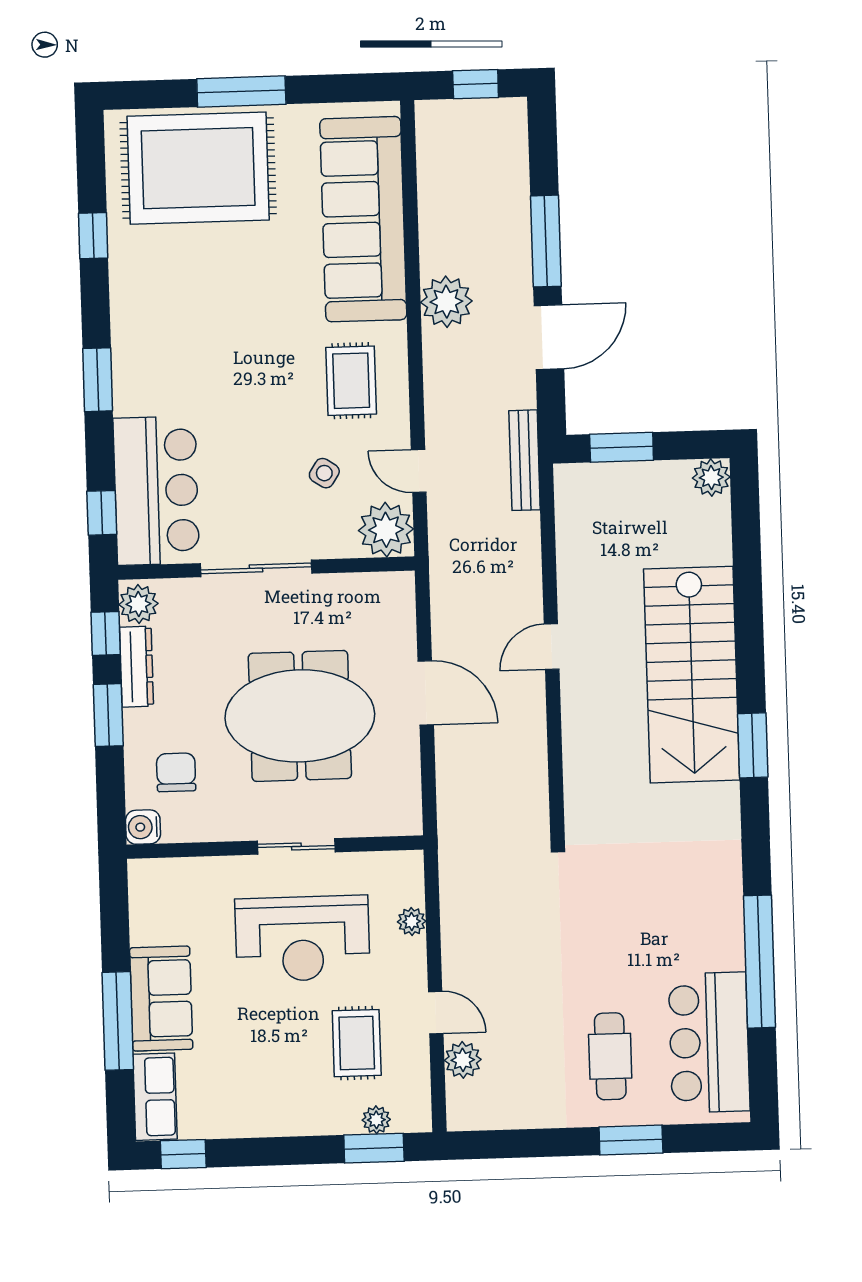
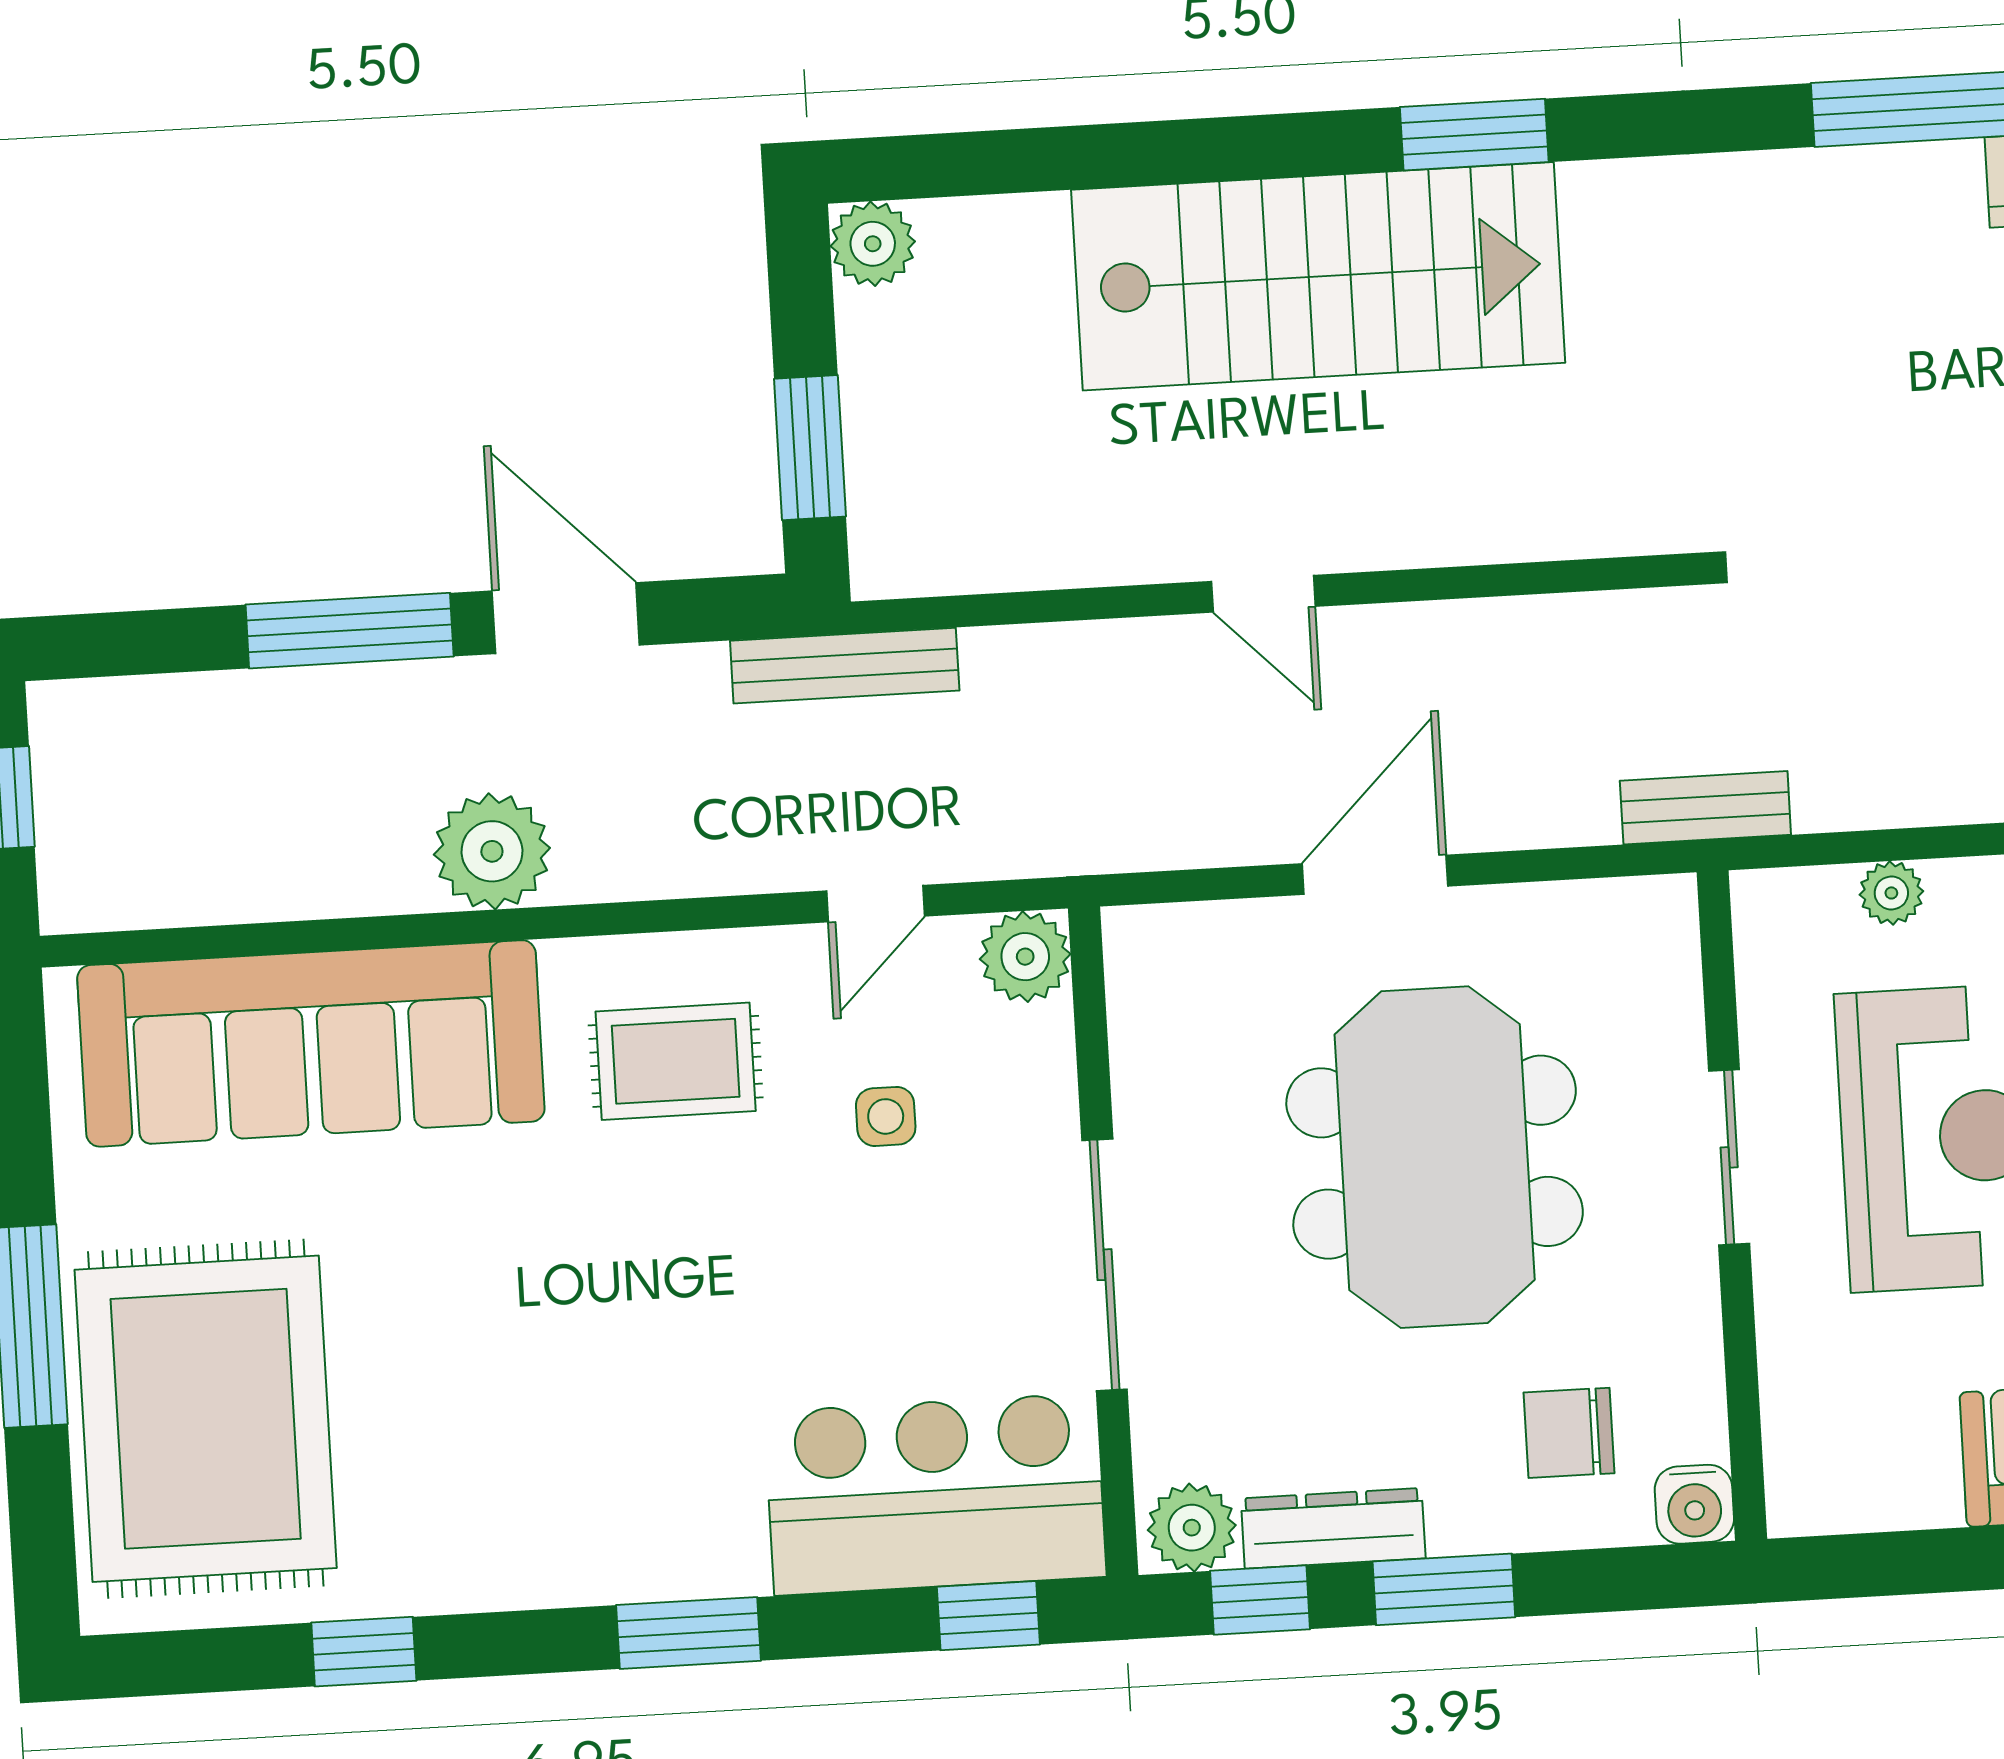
side table: (324, 473) -> (886, 1116), turned -33
plant: (386, 530) -> (1025, 957), width x0.73, depth x0.73
bench: (452, 840) -> (1705, 808), added

